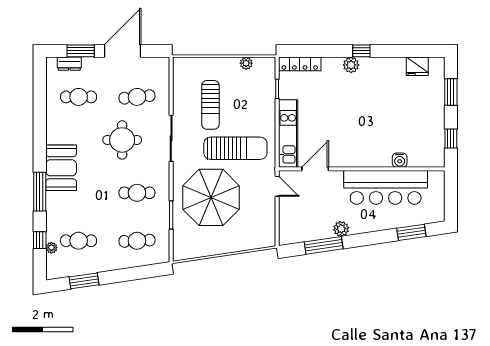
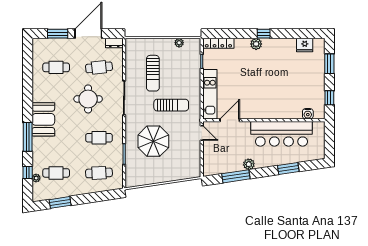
dresser: (69, 64) -> (114, 43), moved
sun lounger: (235, 148) -> (171, 105), width x0.73, depth x0.75
water cooler: (400, 160) -> (308, 114), moved
parasol: (211, 197) -> (153, 141), width x0.73, depth x0.73
window: (411, 232) -> (288, 169), moved

